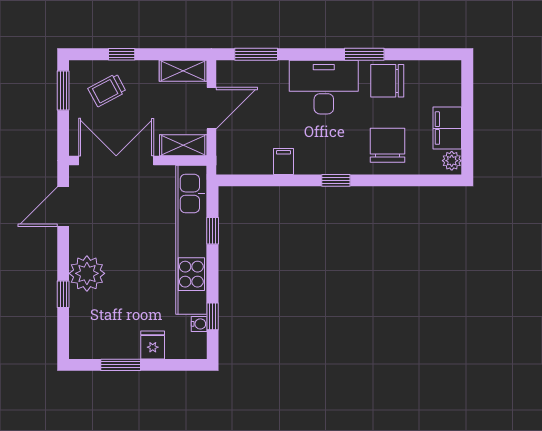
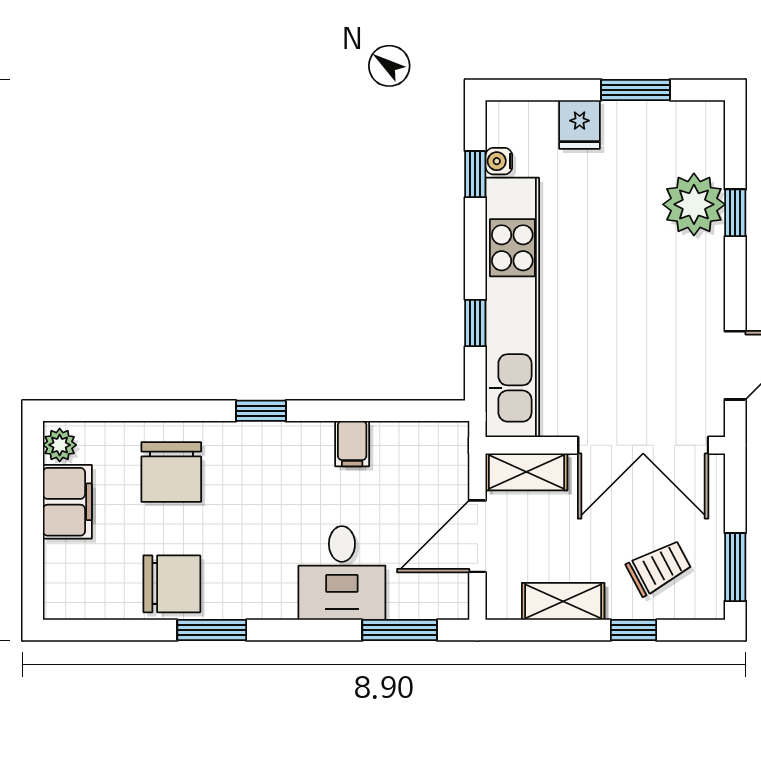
shelving: (183, 71) -> (563, 601), moved
desk: (324, 87) -> (342, 573), moved, width x0.73
plant: (87, 273) -> (694, 204), moved

